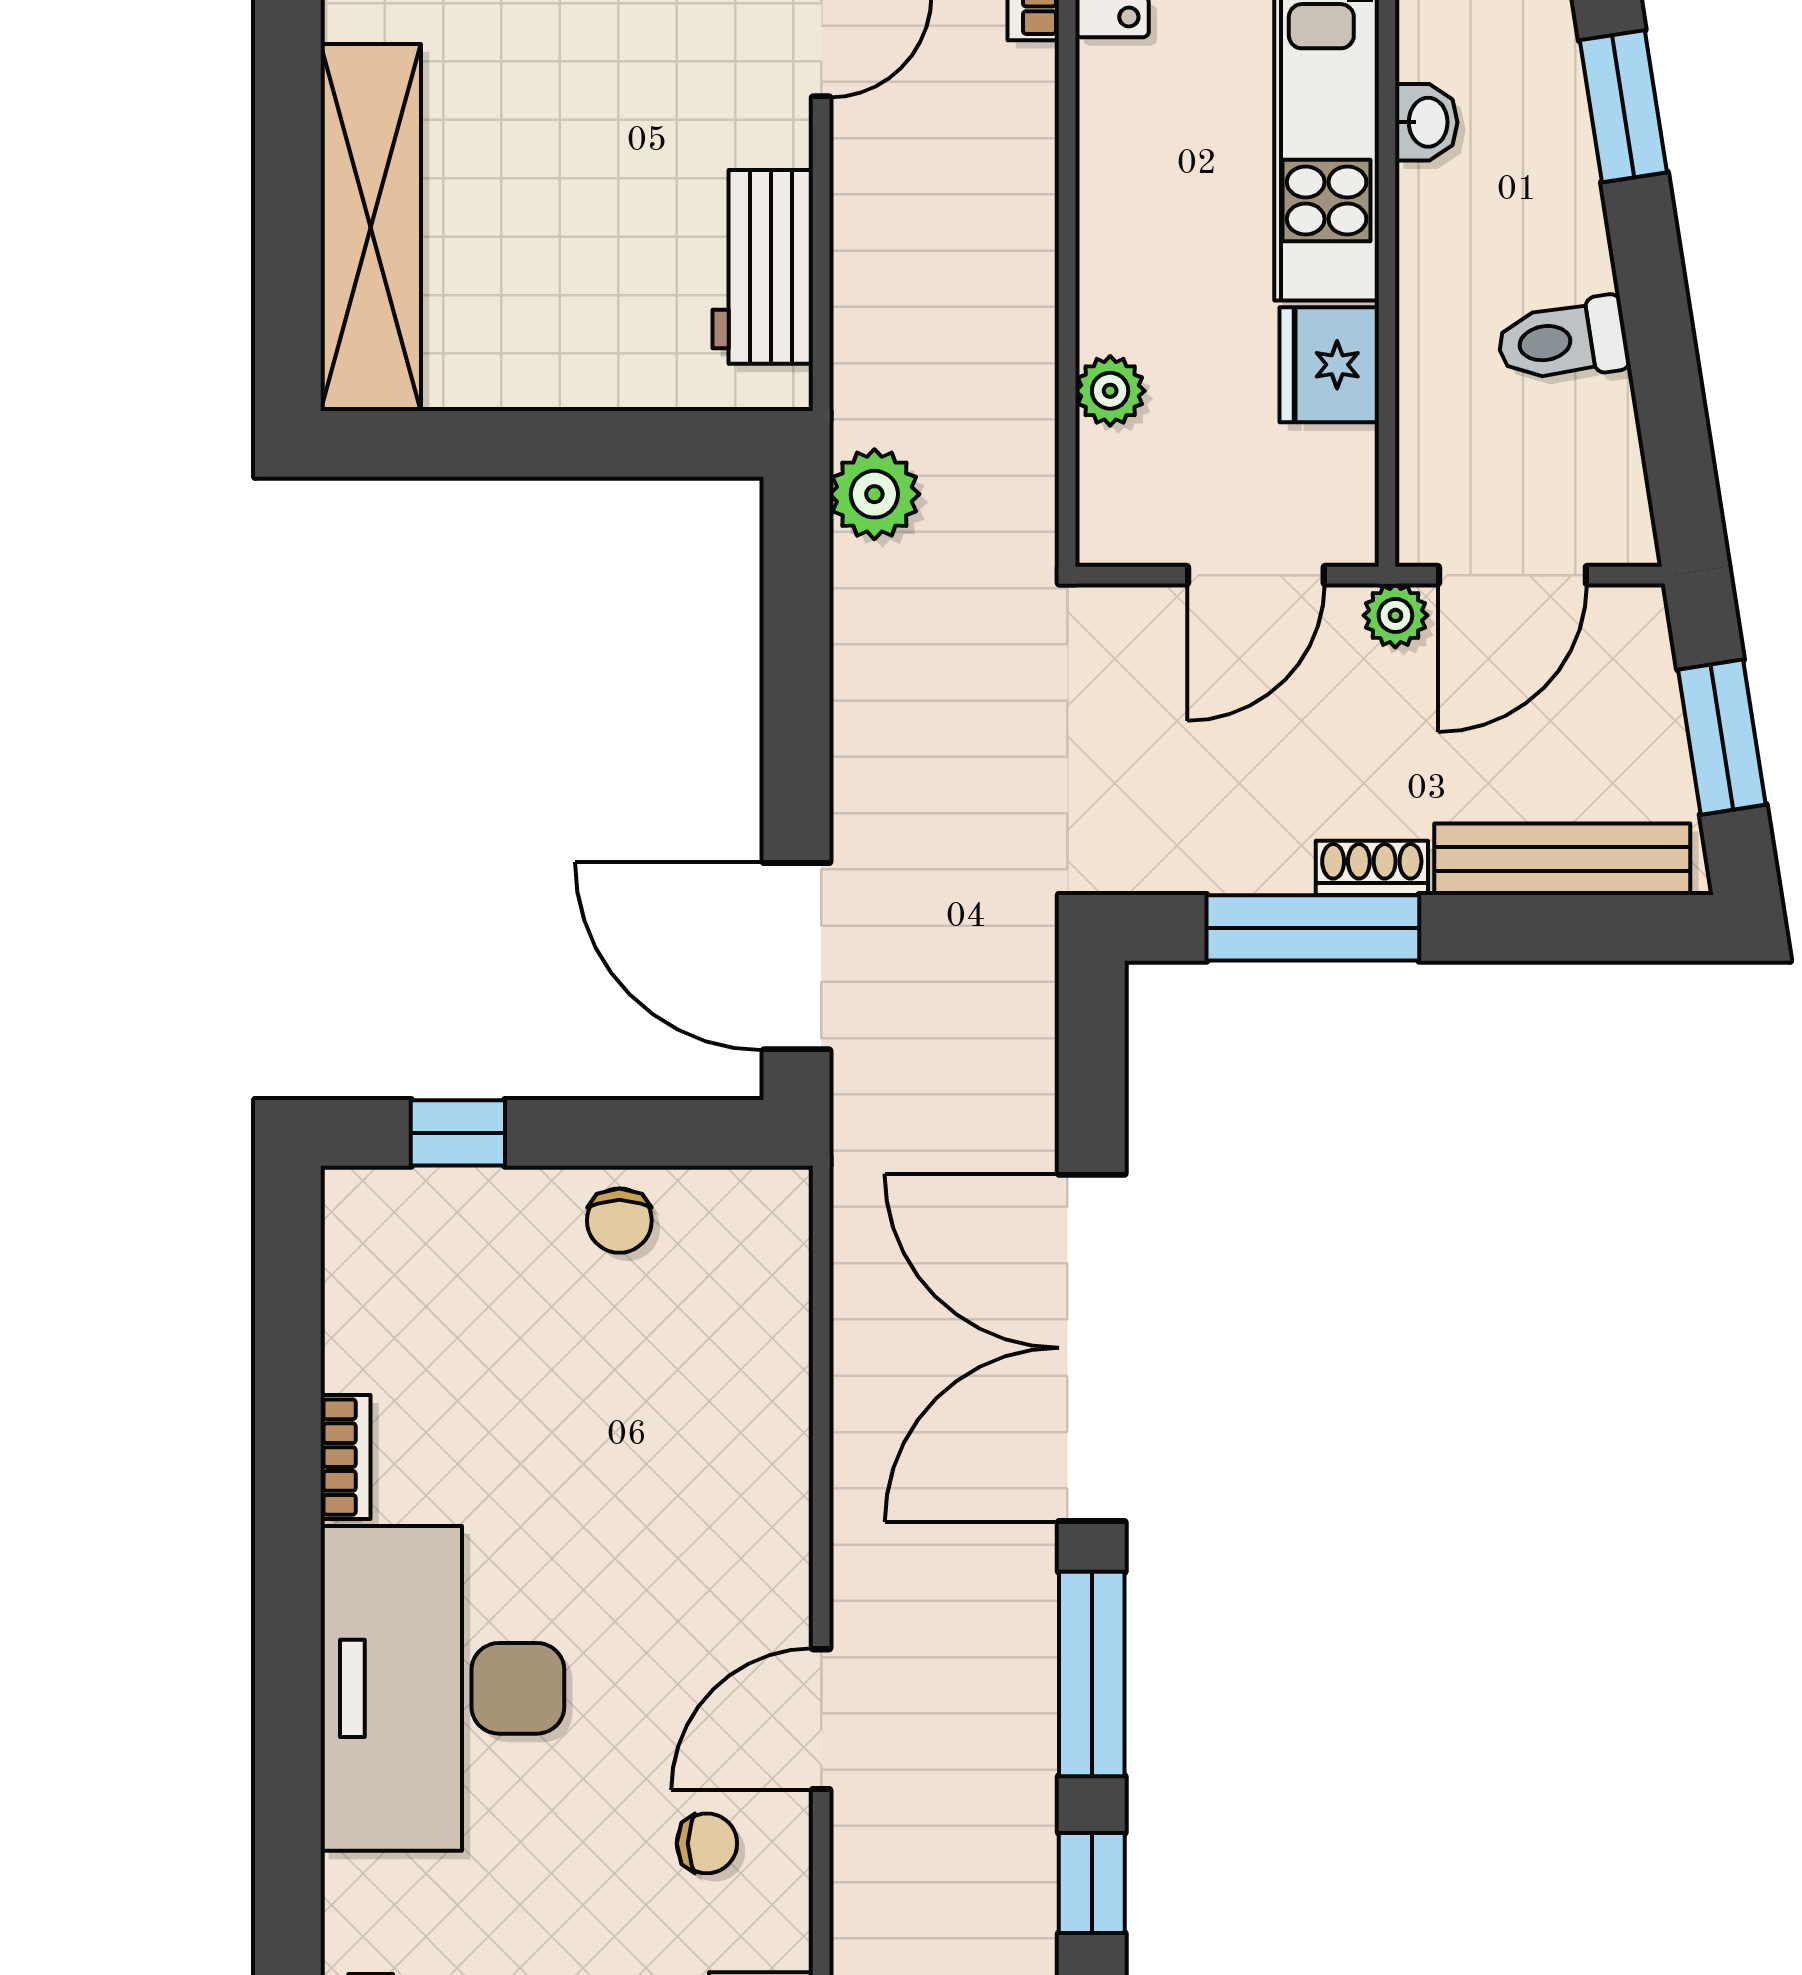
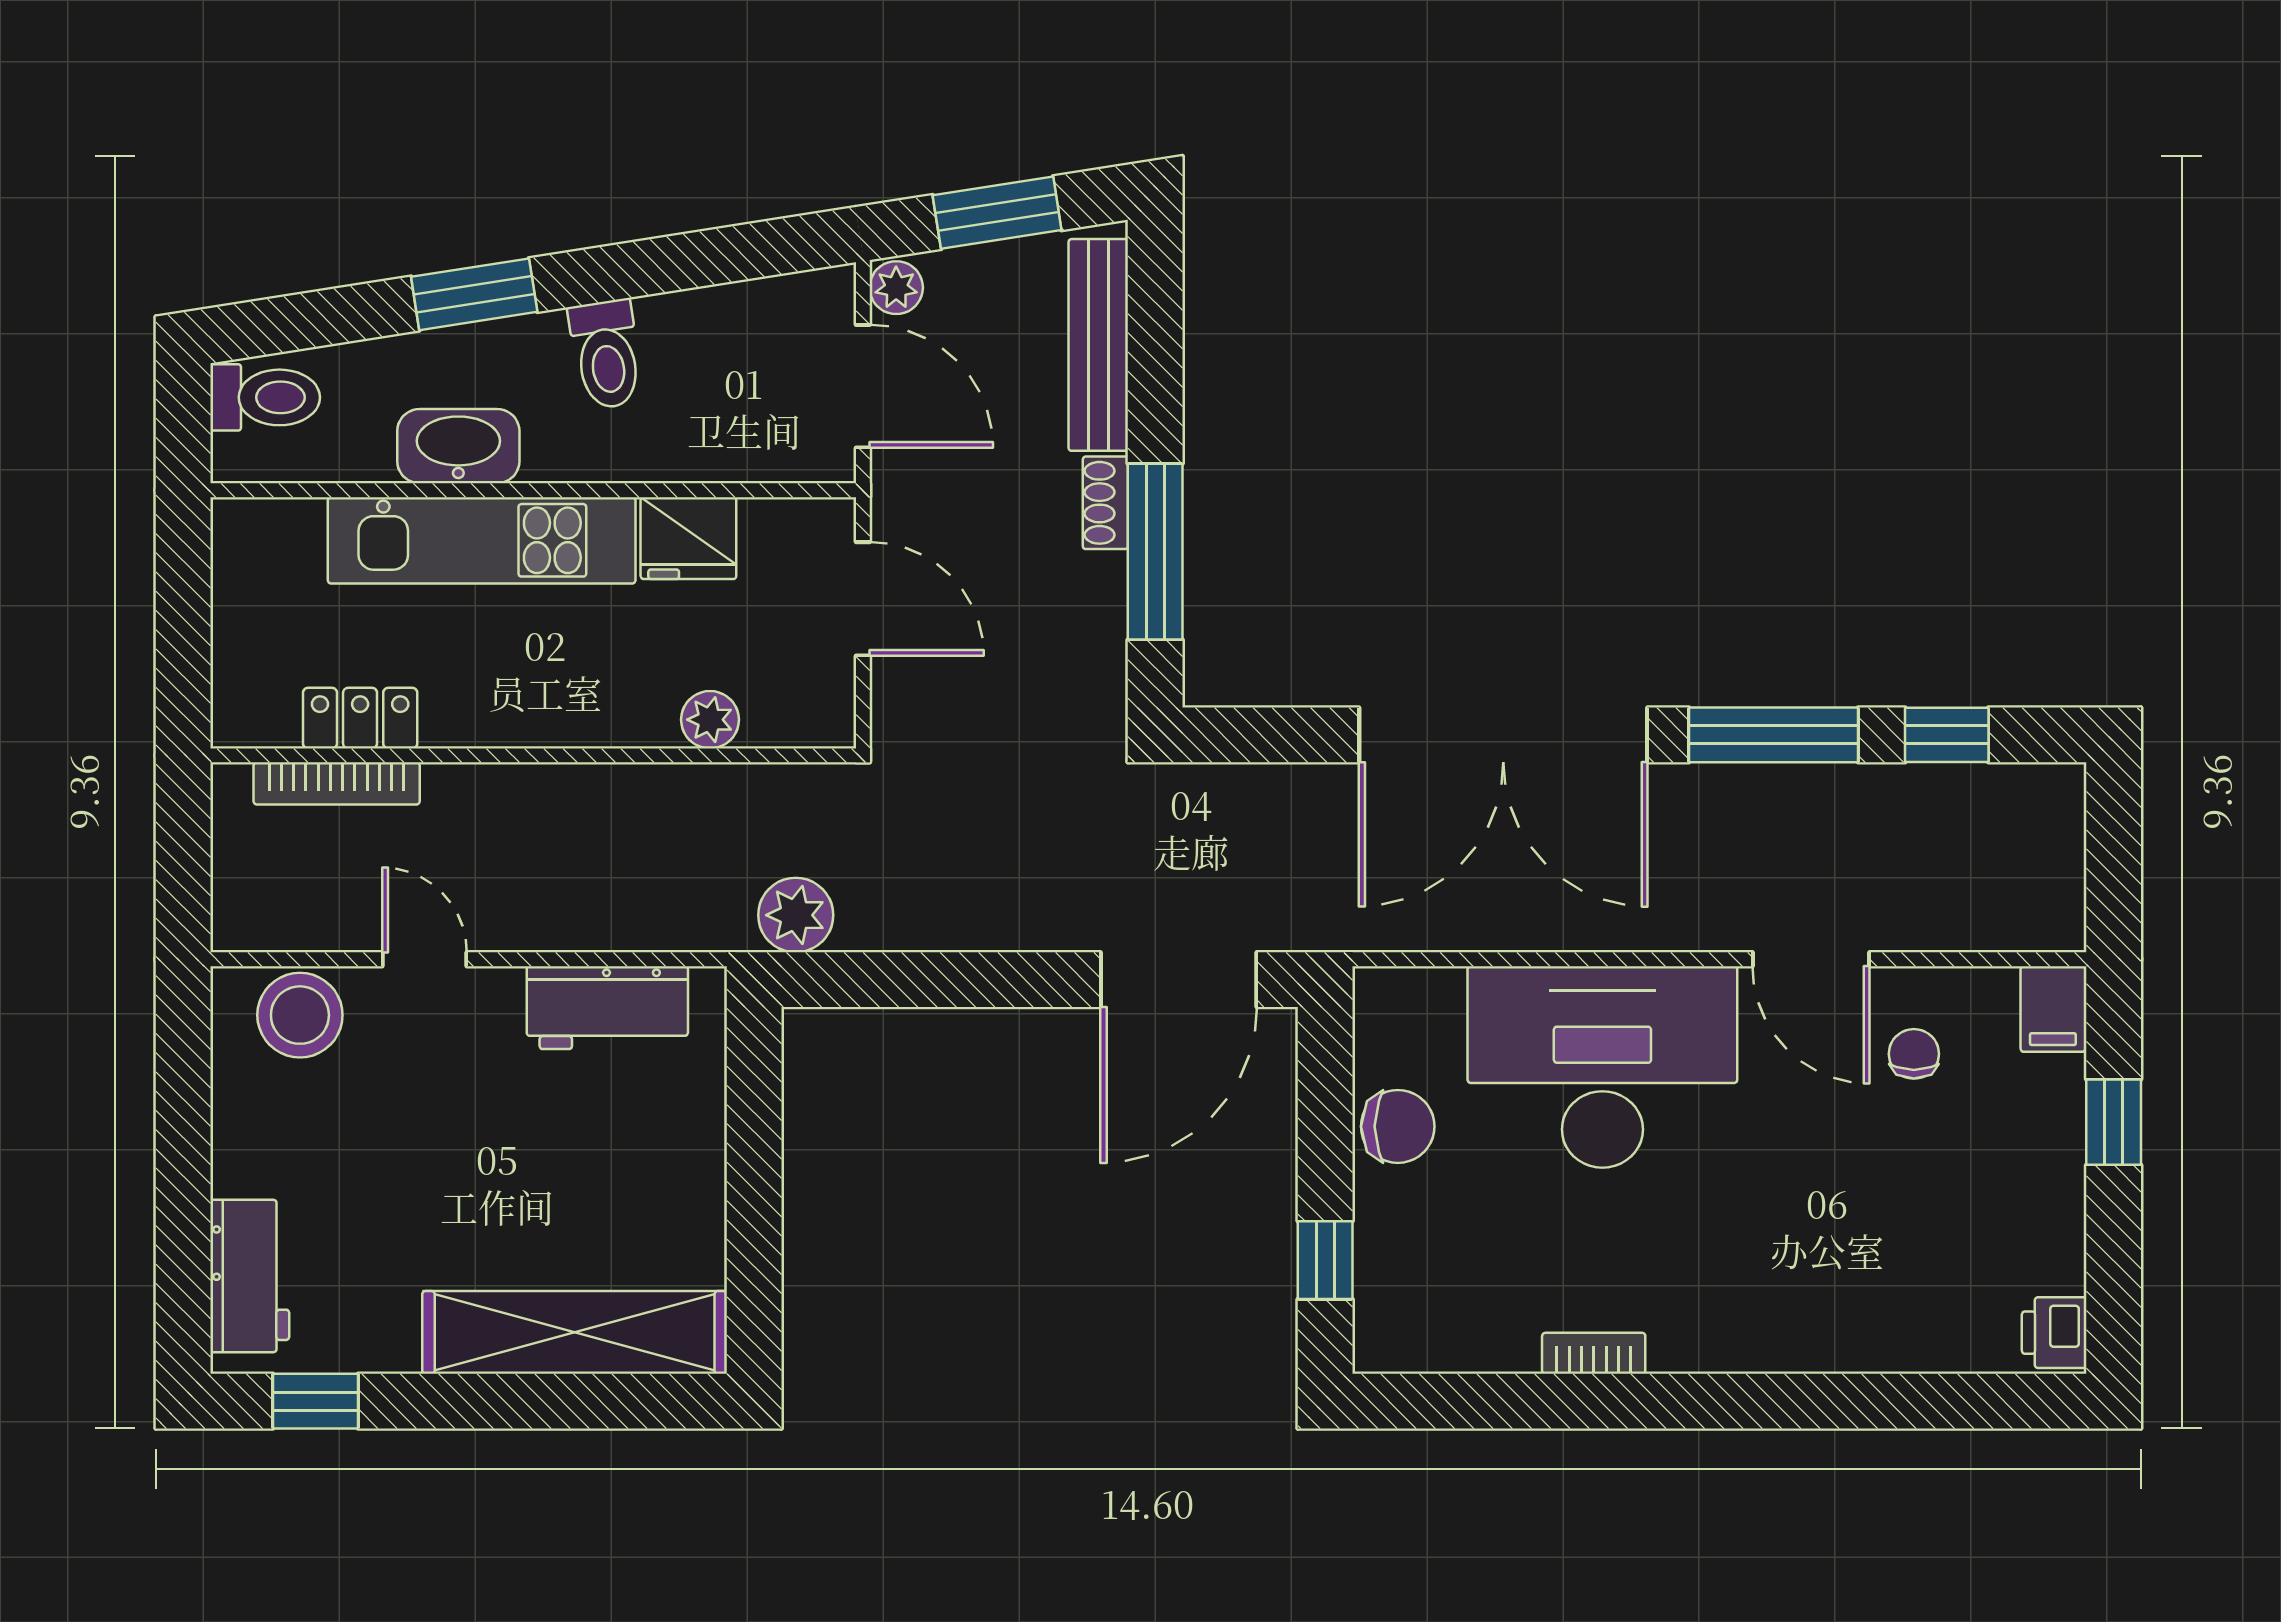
washbasin: (1426, 122) -> (458, 446), width x1.91, depth x1.45
toilet: (1563, 340) -> (606, 354), moved
plant: (1395, 615) -> (896, 288), moved
chair: (619, 1221) -> (1398, 1126), width x1.37, depth x1.37
desk: (442, 1688) -> (1602, 1067), moved, turned 180

